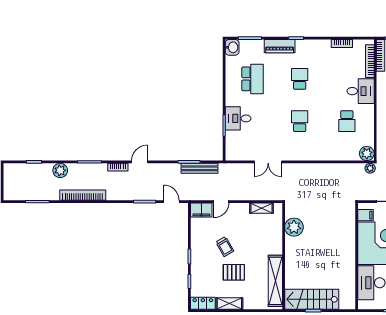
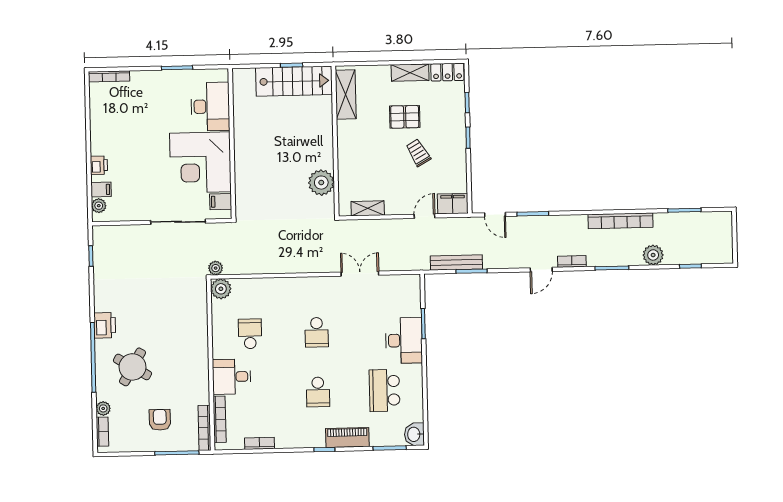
desk: (238, 118) -> (404, 340), width x1.37
shelving: (275, 281) -> (346, 94), width x0.68

